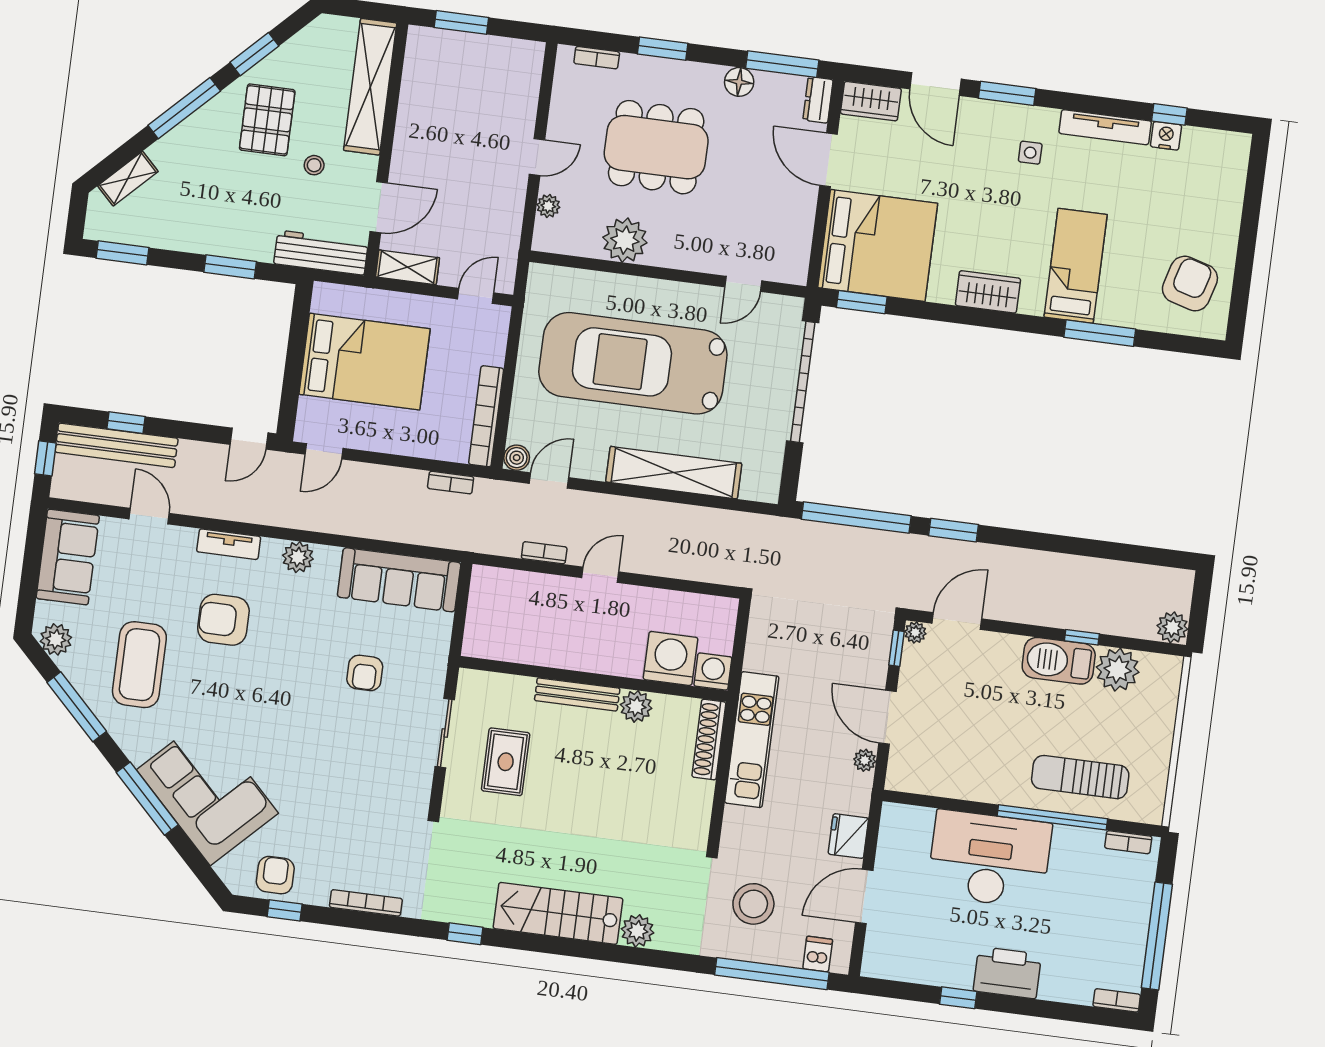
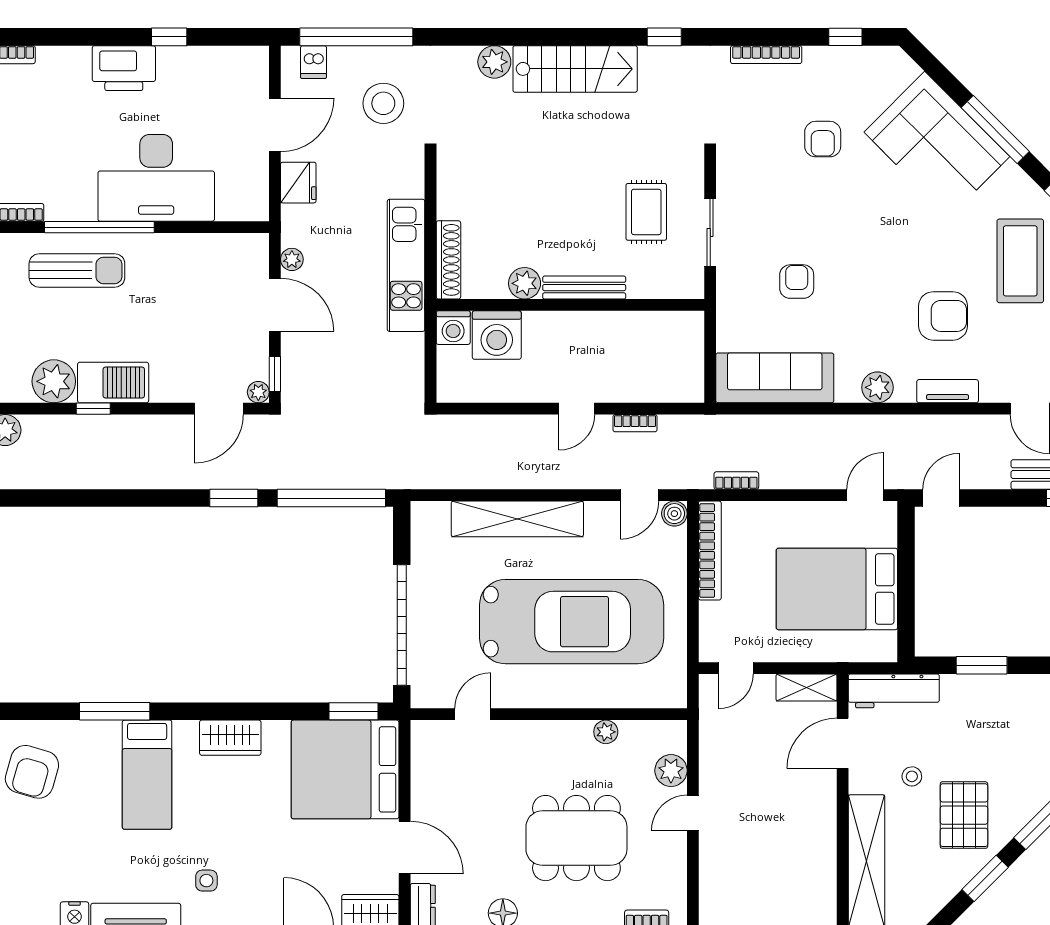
plant: (548, 206) -> (671, 771), width x1.38, depth x1.38
plant: (625, 240) -> (606, 732), width x0.53, depth x0.53
armchair: (275, 875) -> (823, 139), moved

